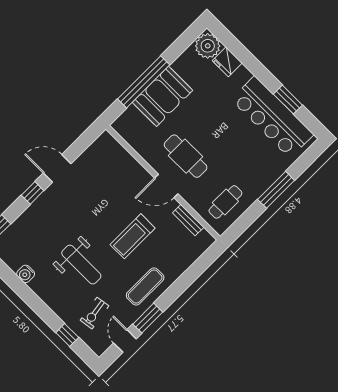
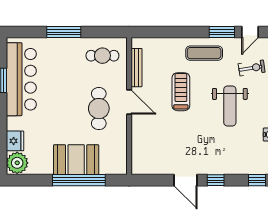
bench: (188, 220) -> (137, 68), width x1.36
treadmill: (133, 236) -> (181, 92), turned -90
weight bench: (81, 265) -> (230, 106), turned 180

